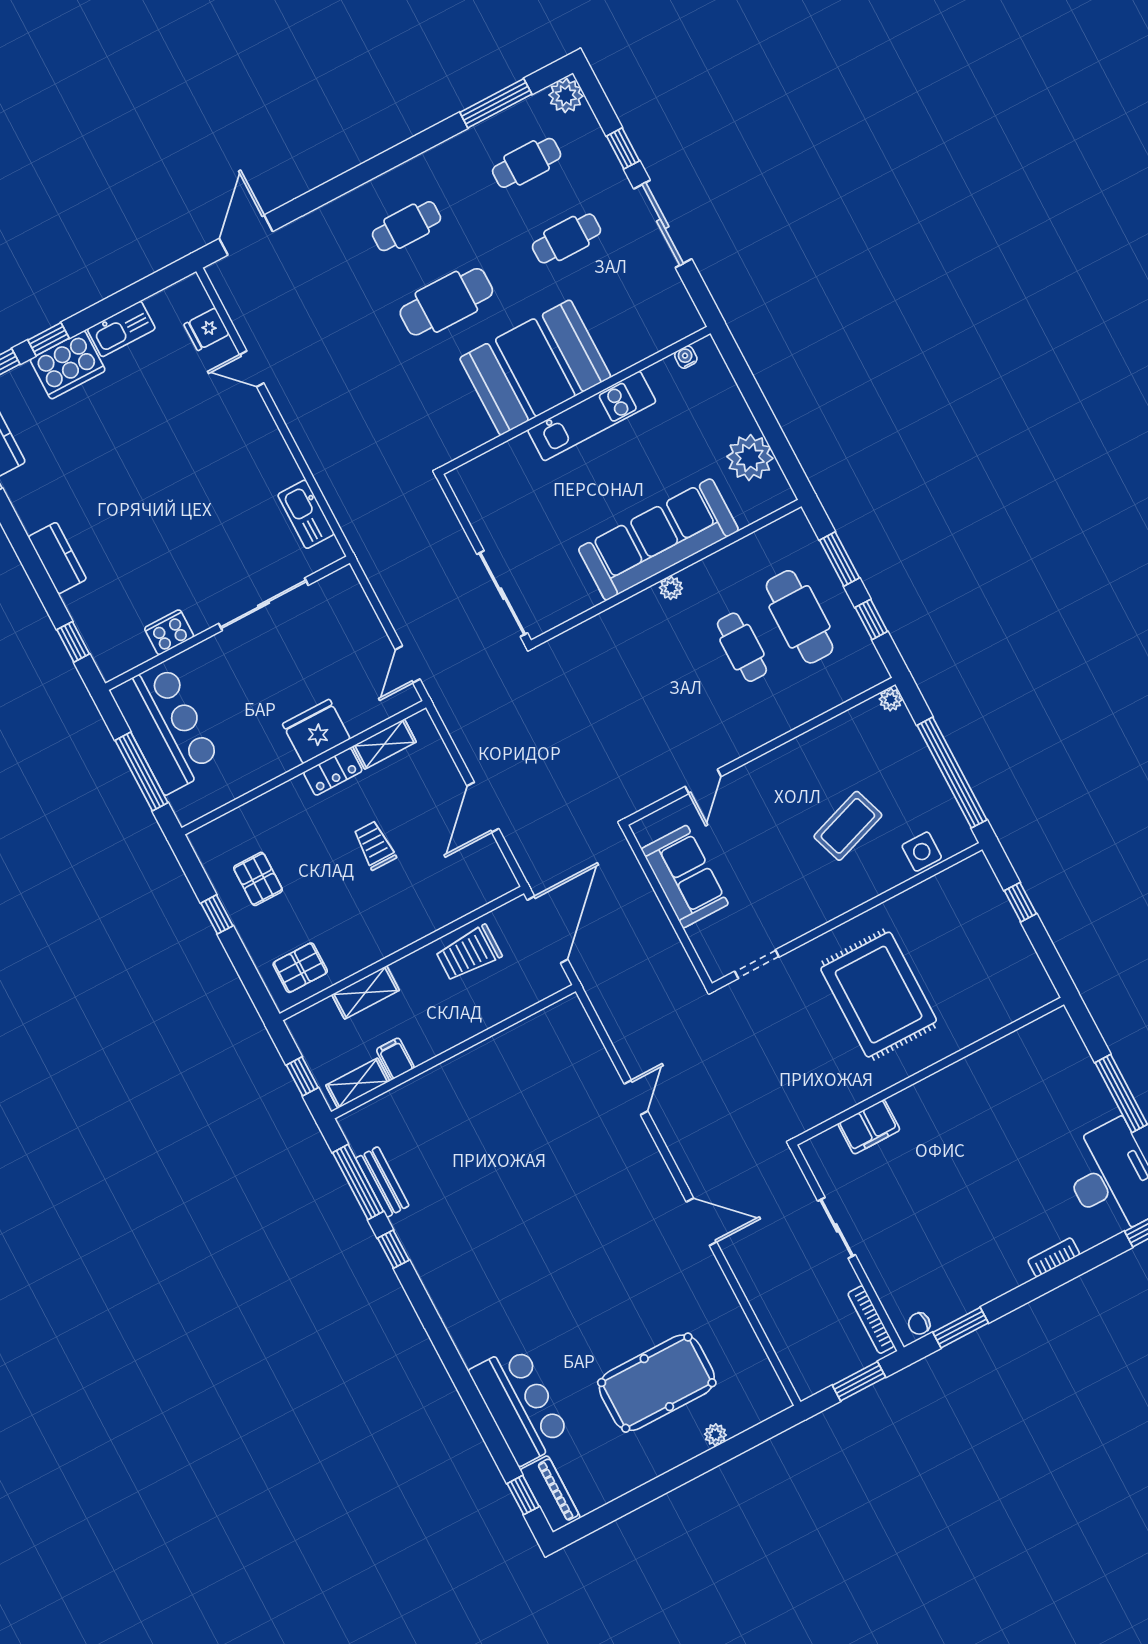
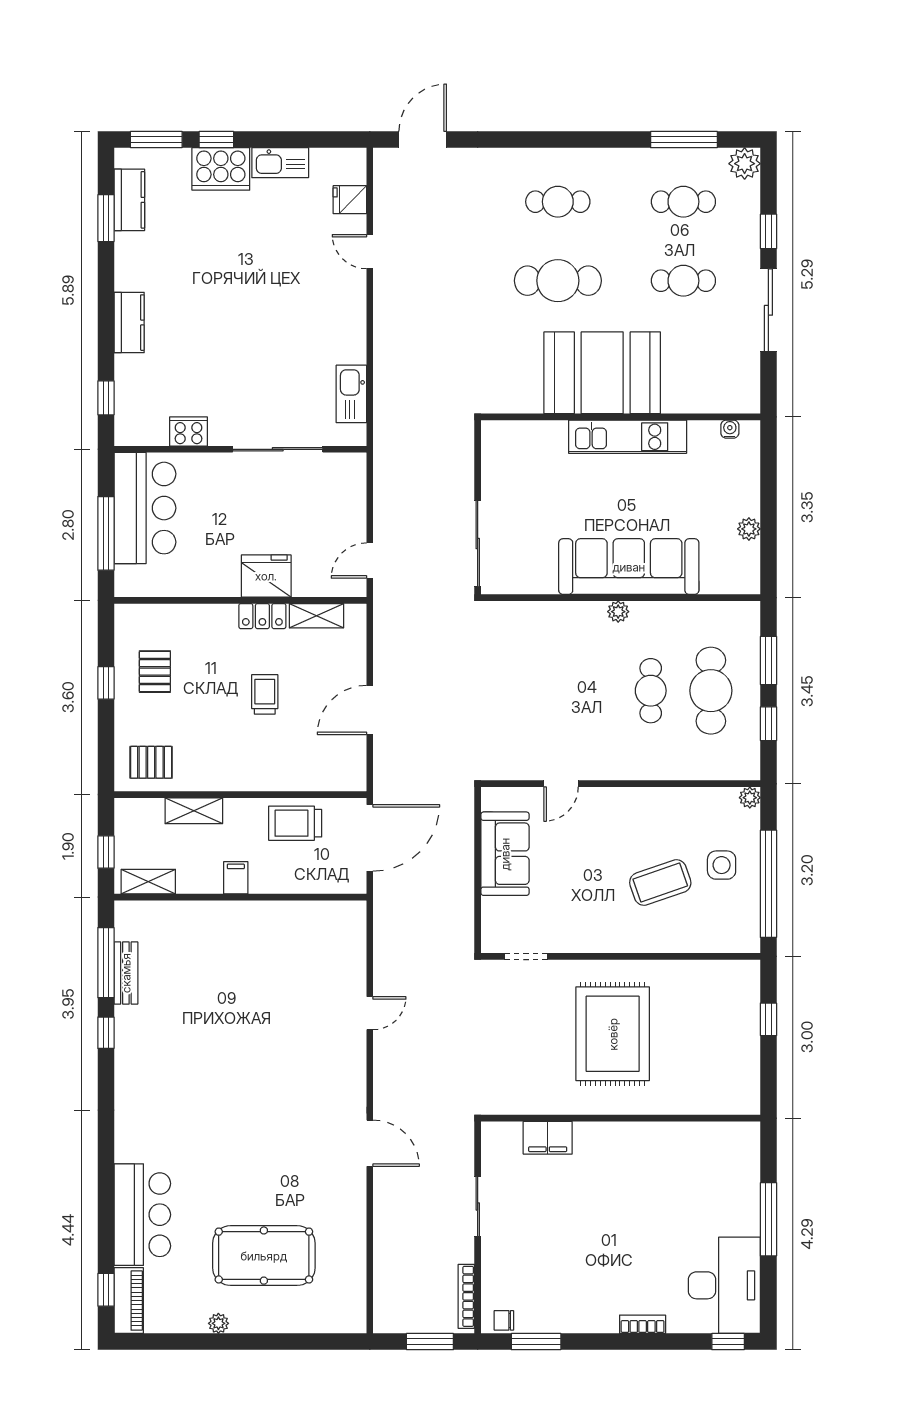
plant: (750, 458) -> (749, 529), width x0.53, depth x0.53
side table: (922, 852) -> (722, 865), moved
filing cabinet: (395, 1059) -> (236, 878), moved
plant: (715, 1435) -> (218, 1323), moved

